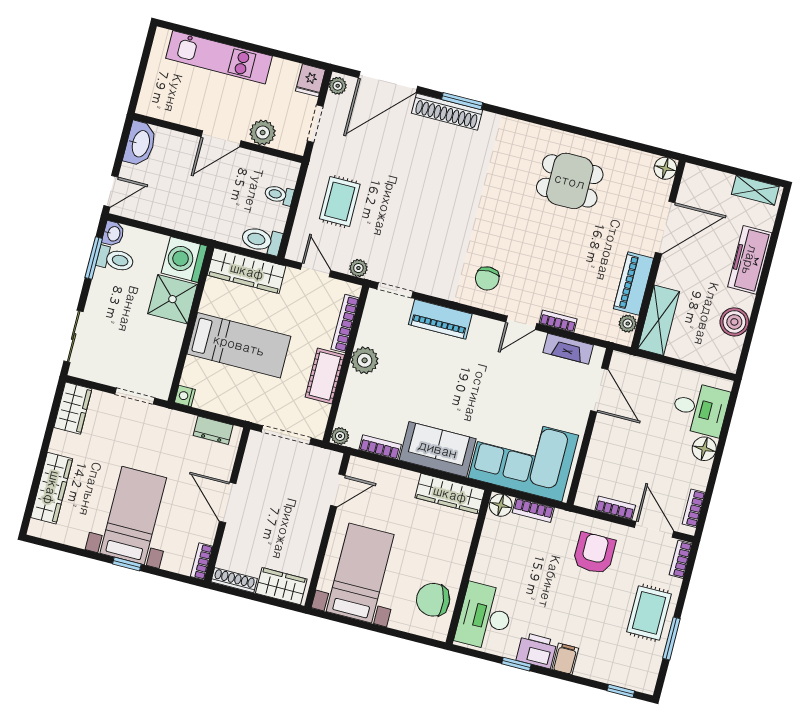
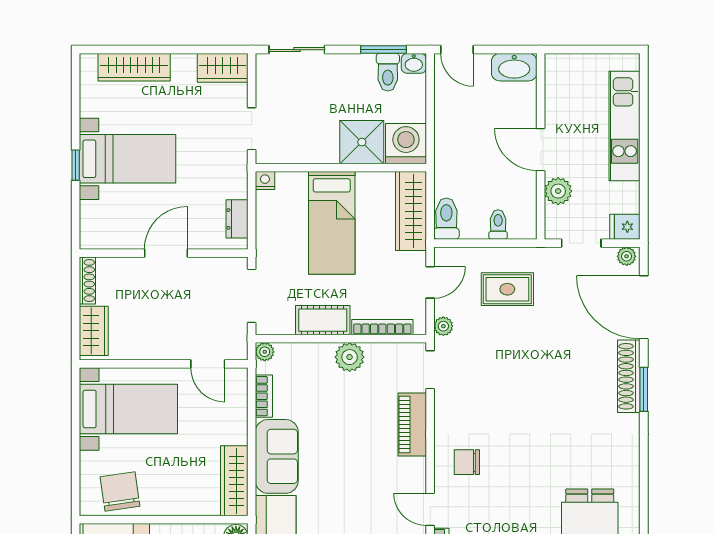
bookcase: (202, 561) -> (98, 242), removed

